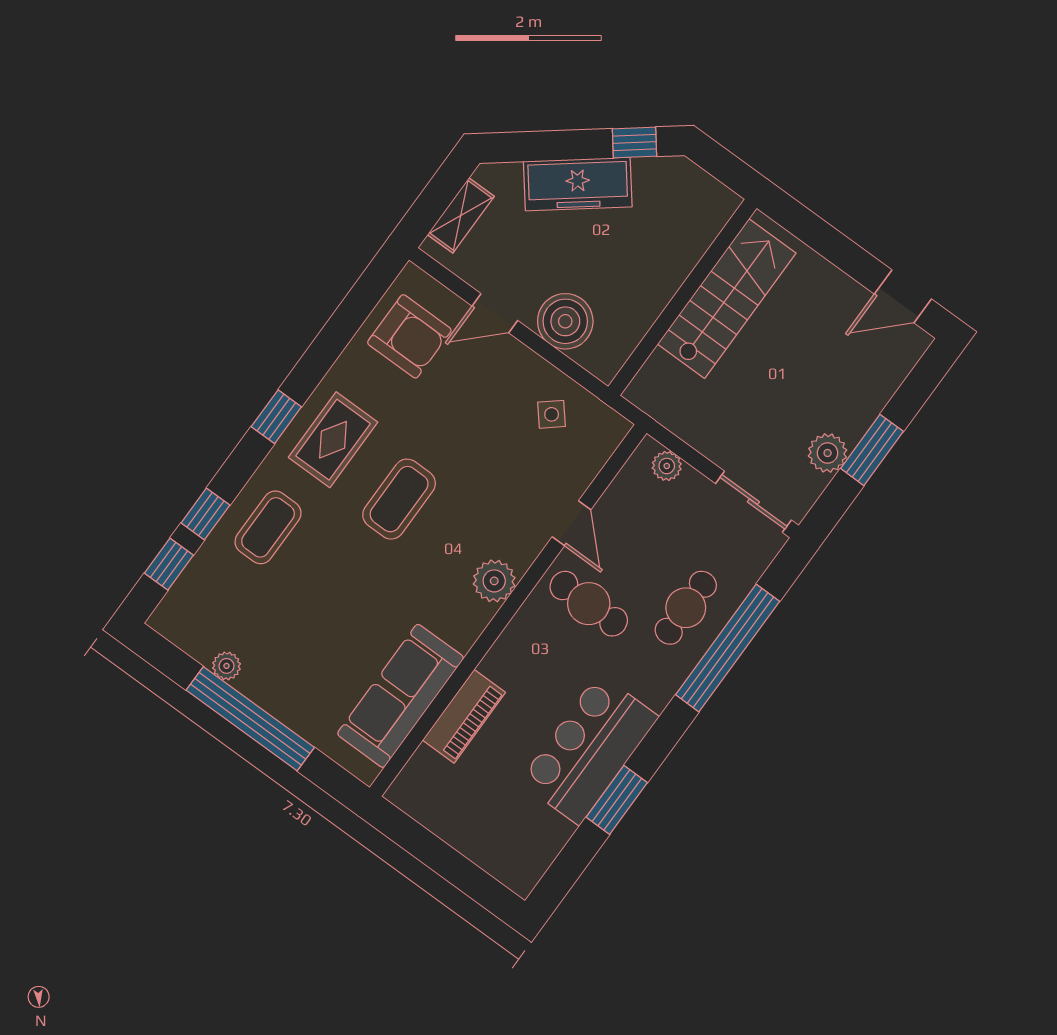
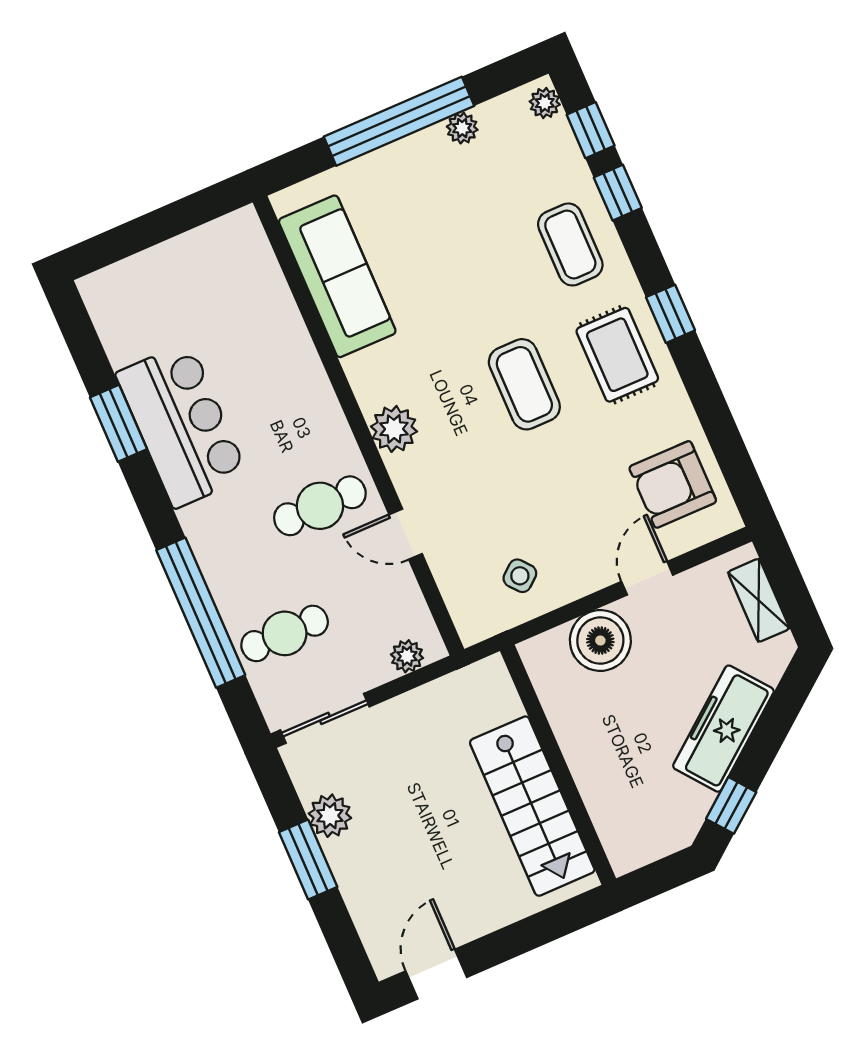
cafe table: (686, 608) -> (285, 633), moved, turned 90
plant: (169, 613) -> (545, 103), added
piano: (464, 716) -> (283, 325), removed

